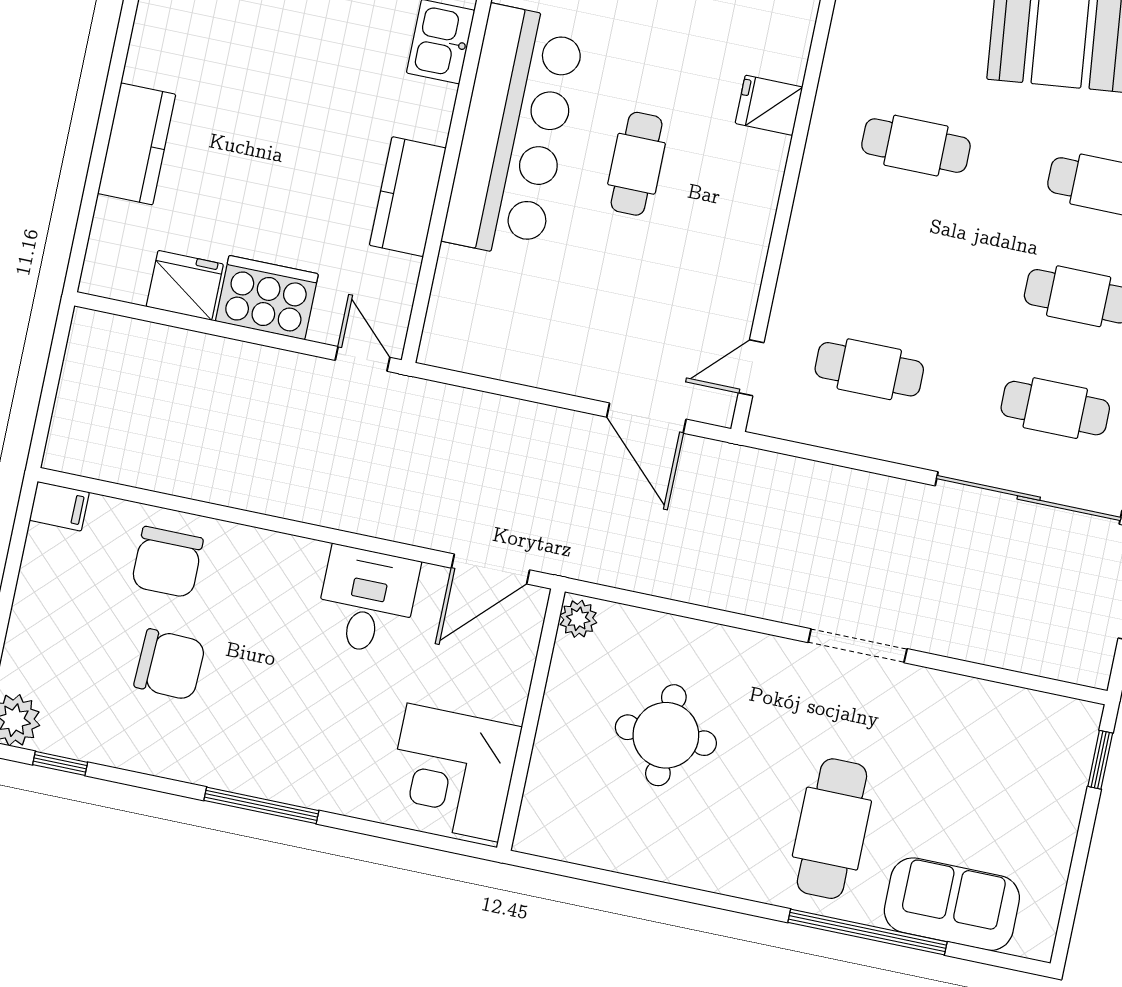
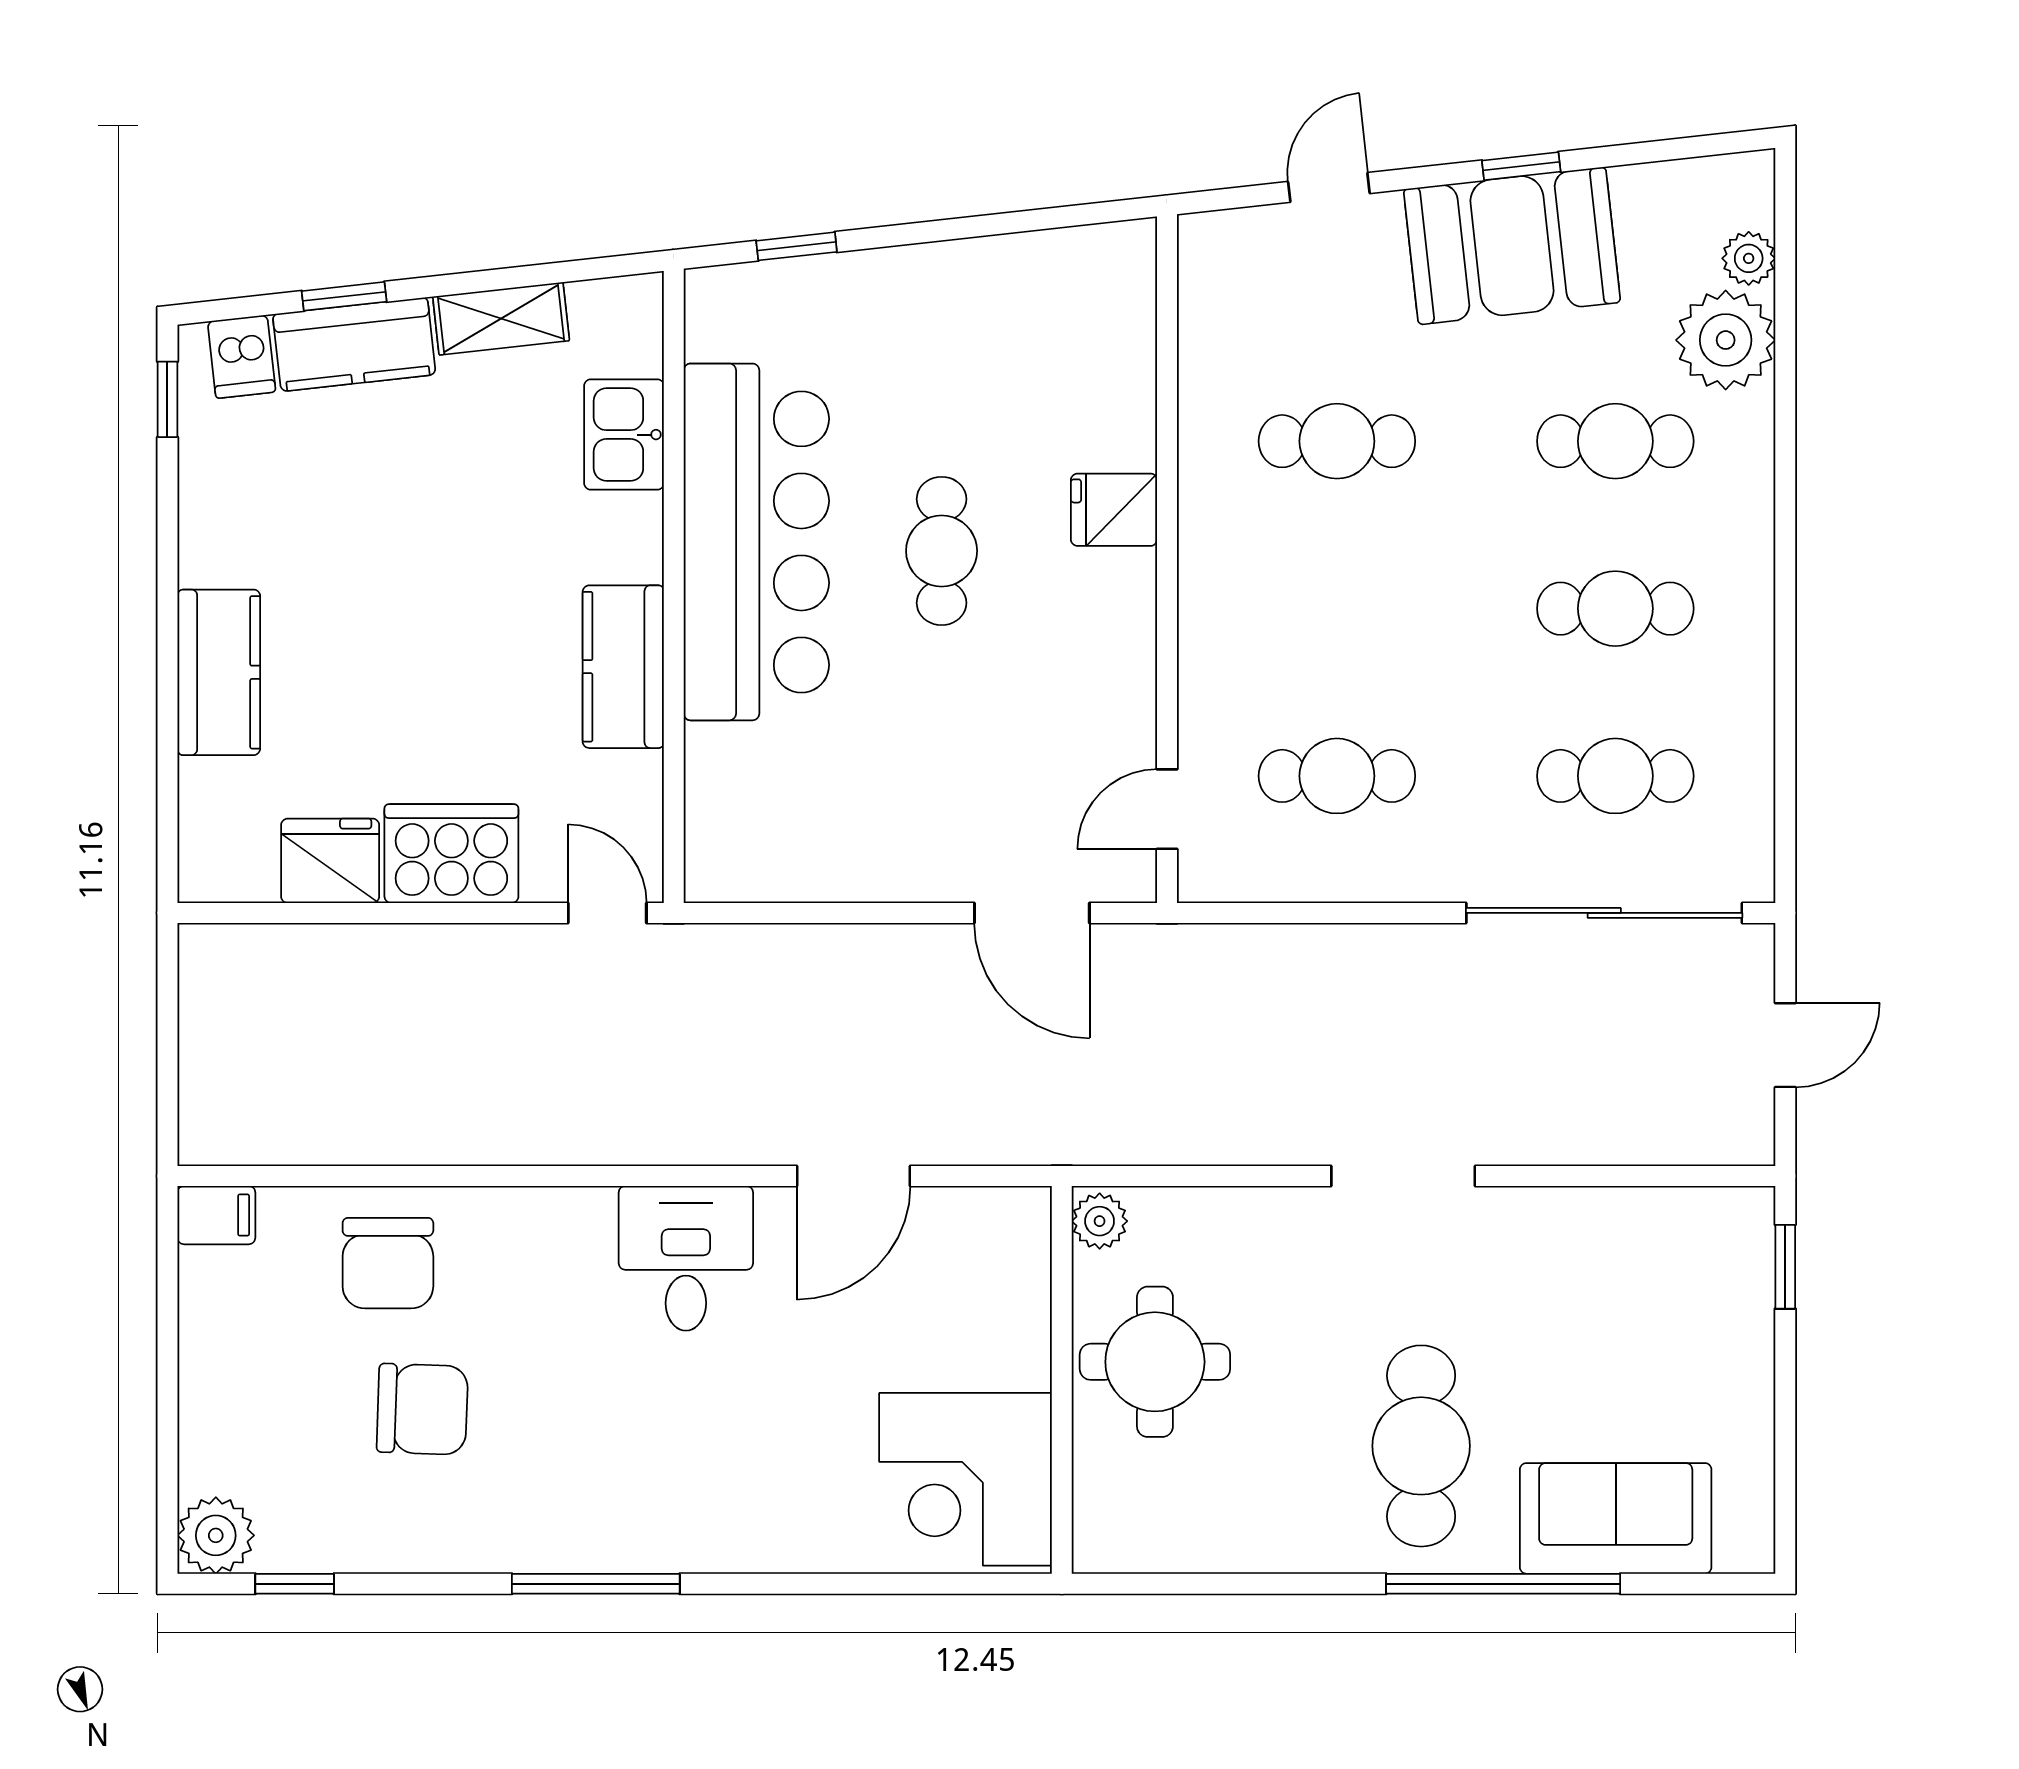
fridge: (769, 105) -> (1114, 510), moved
plant: (578, 619) -> (1100, 1221), moved
wall: (531, 720) -> (1062, 1380), moved
corner desk: (453, 773) -> (966, 1479), moved

